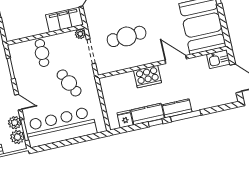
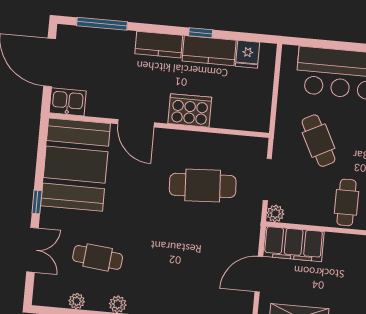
window: (186, 116) -> (102, 24), moved

